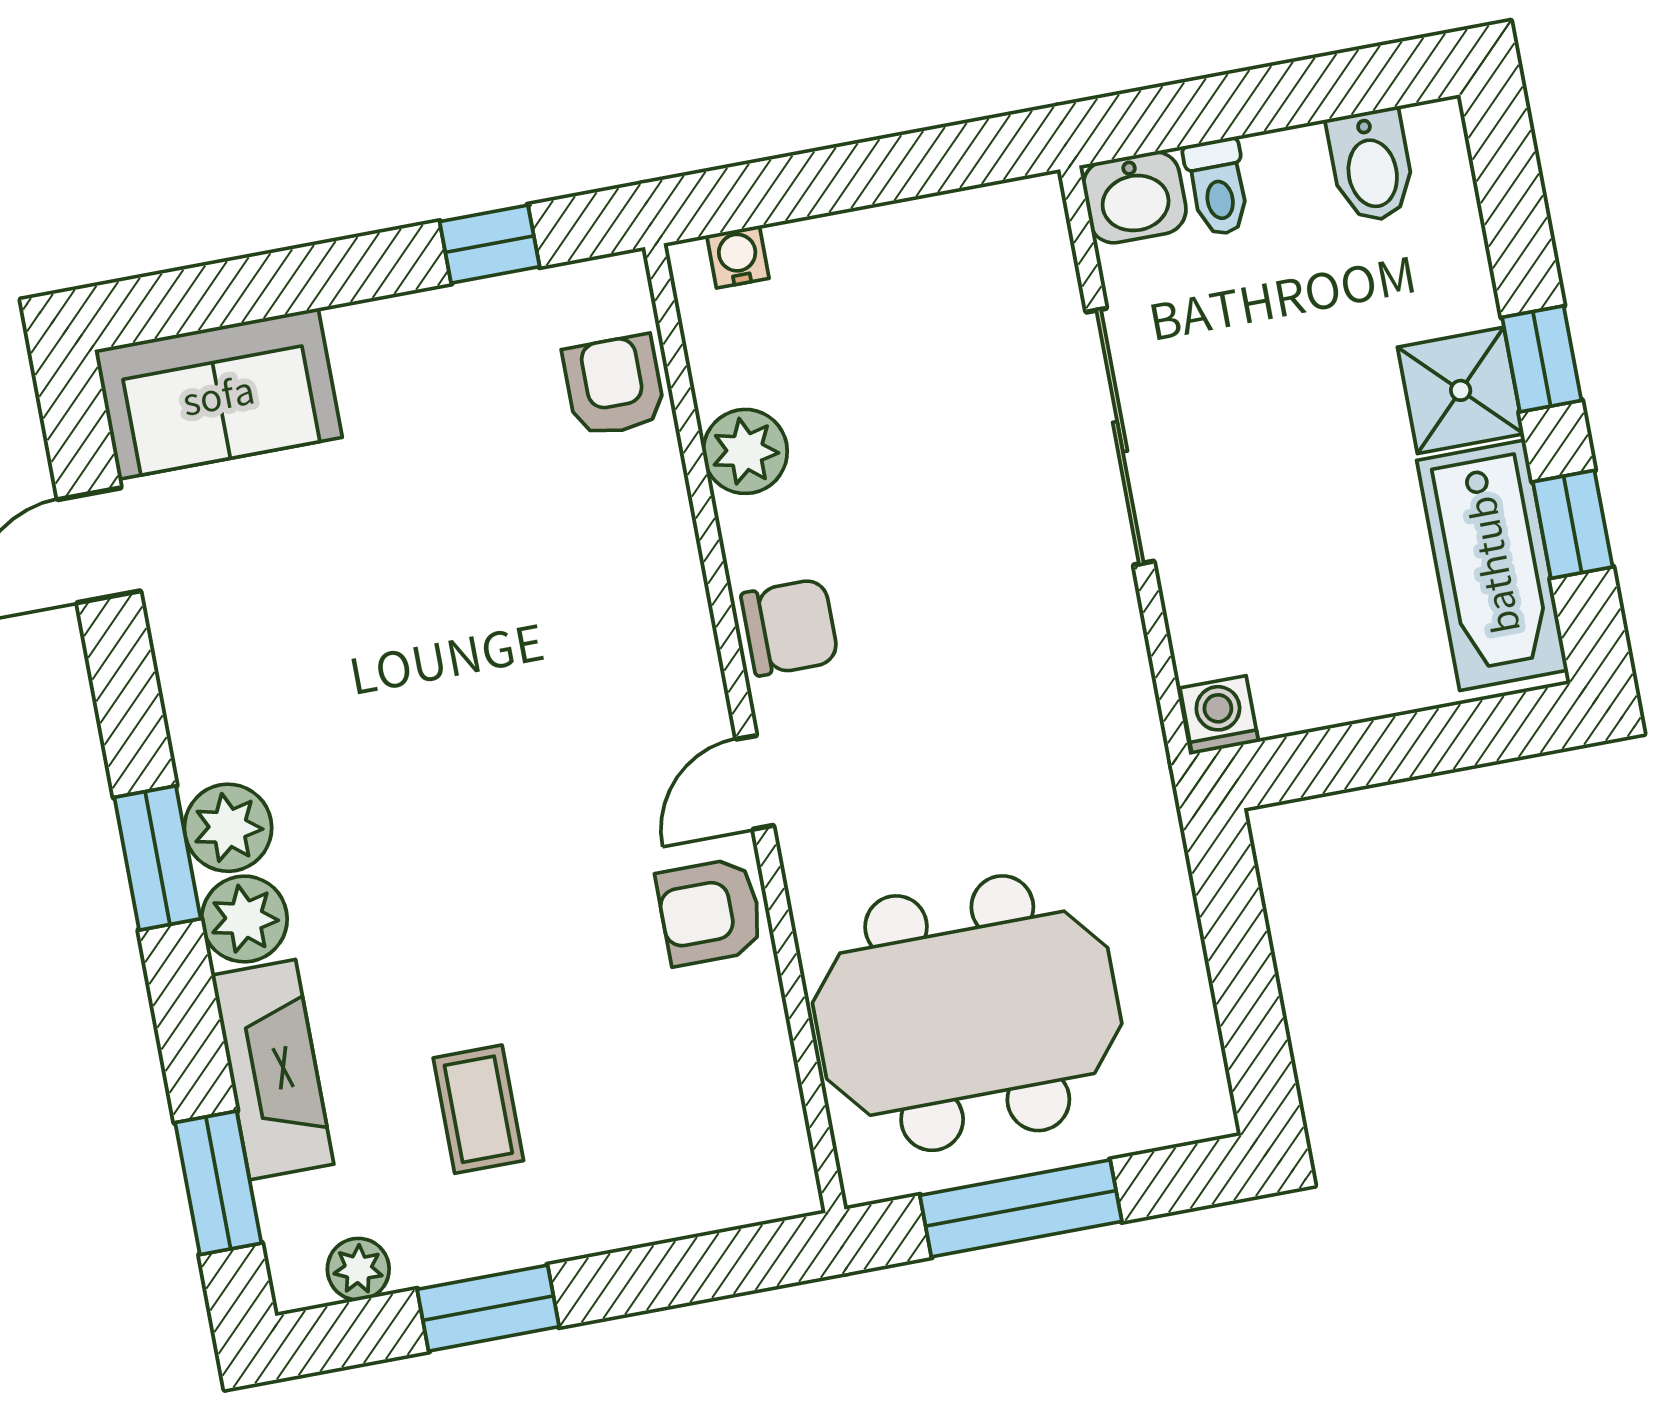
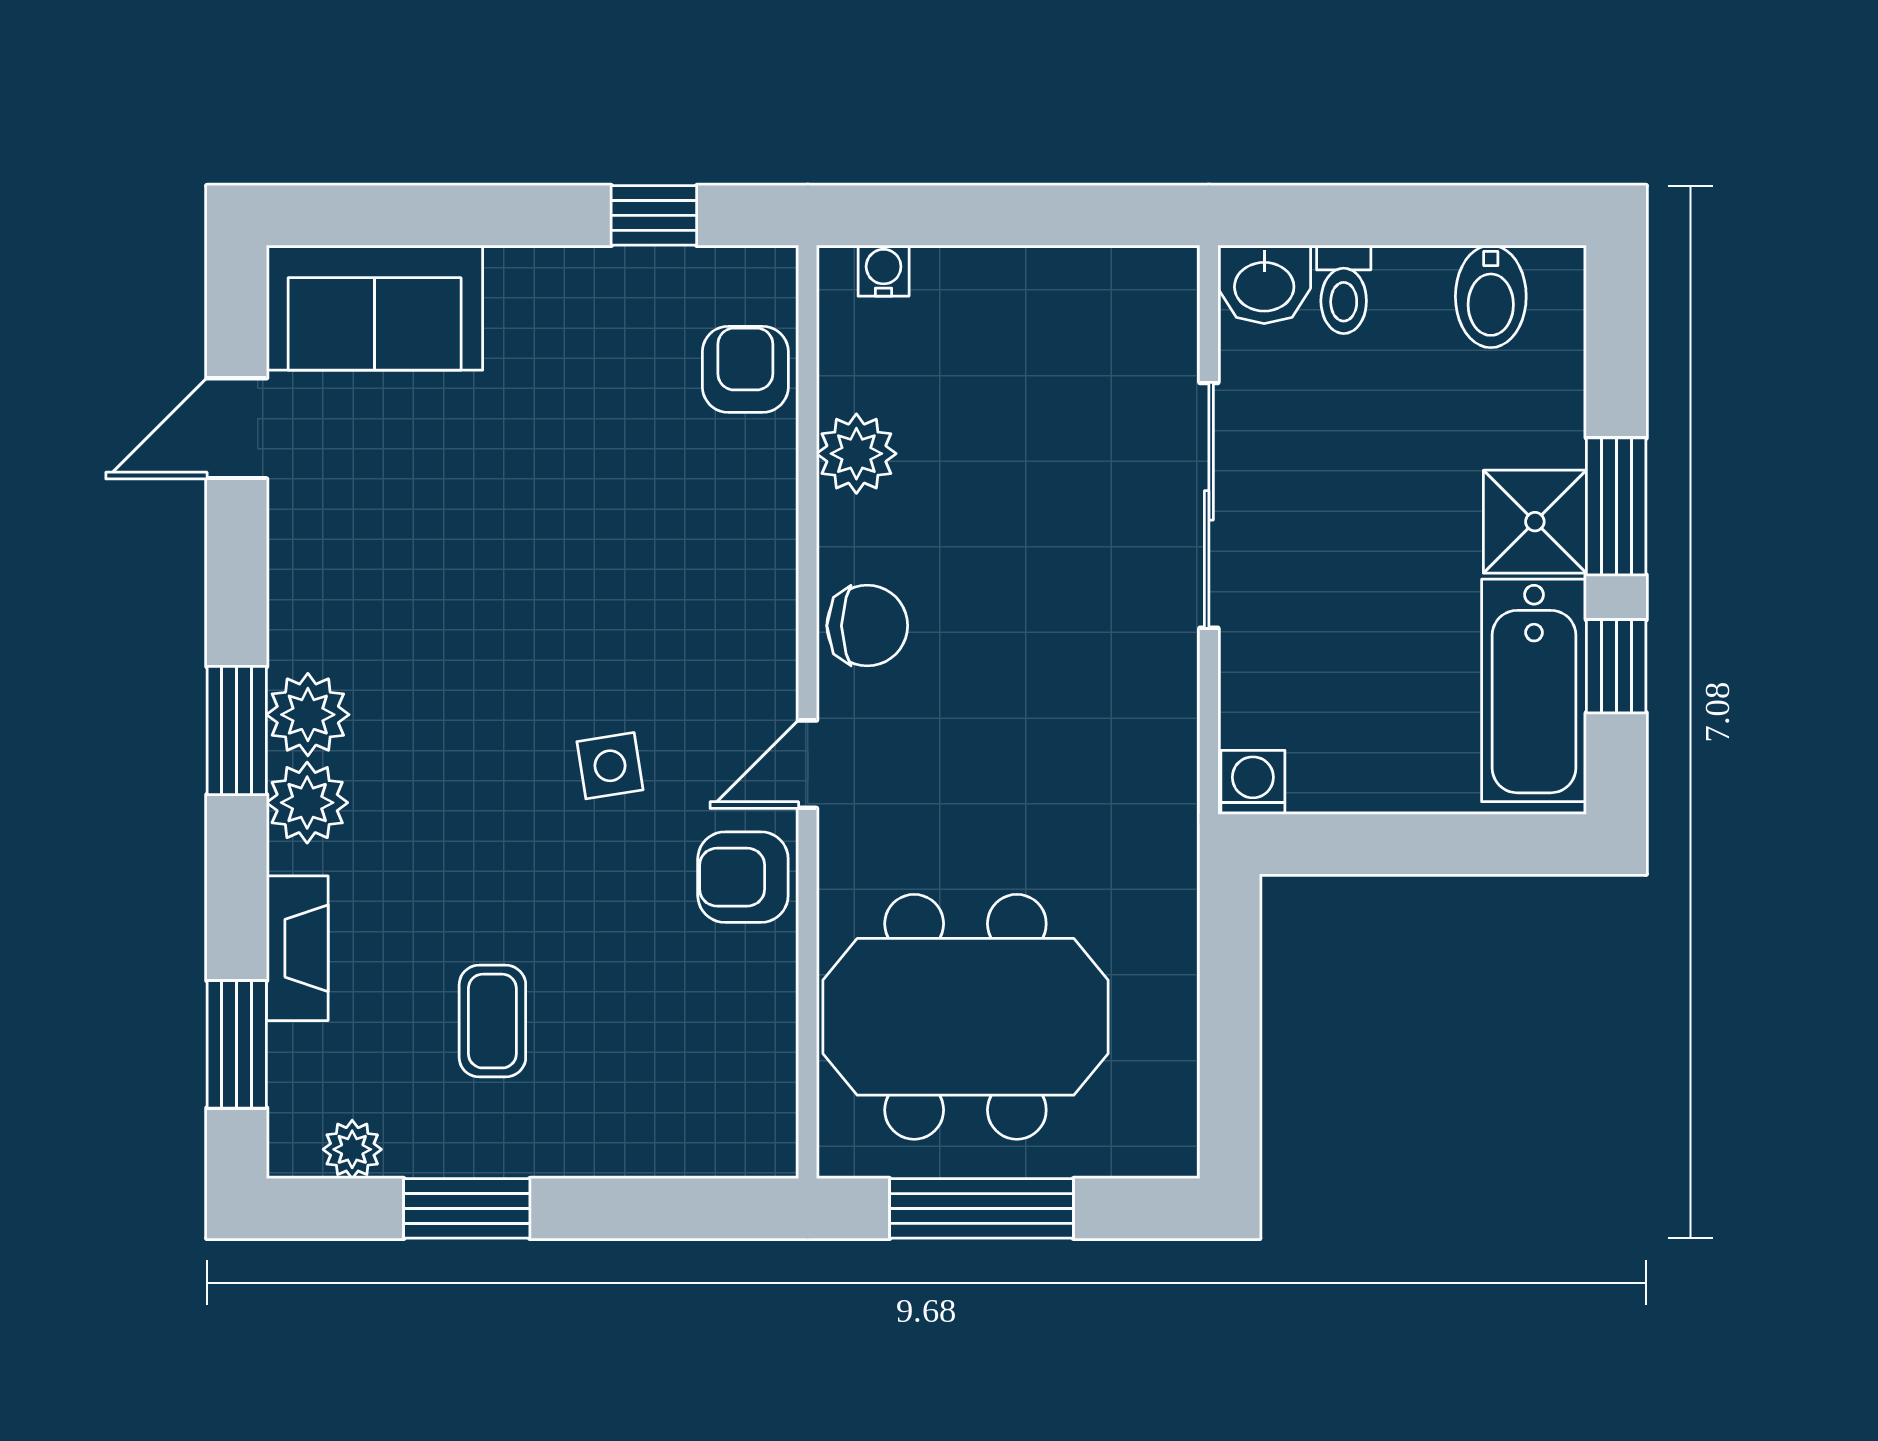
window: (1542, 359) -> (1616, 506), width x1.50
side table: (551, 822) -> (610, 766), added
fireplace: (273, 1070) -> (297, 948), width x0.73, depth x0.76

